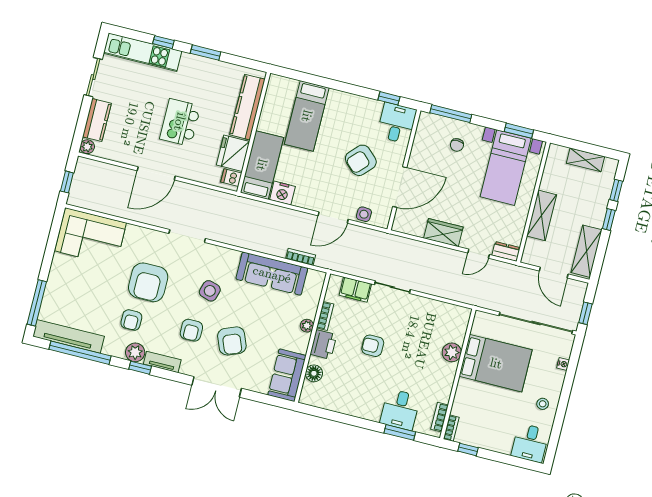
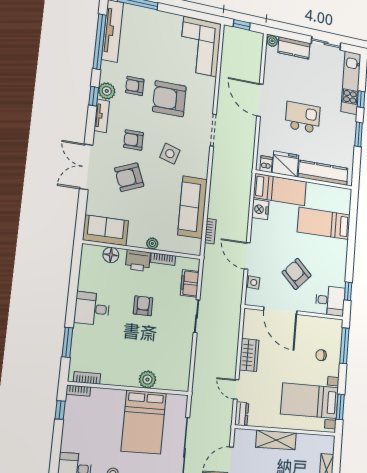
desk: (400, 410) -> (92, 309), moved

